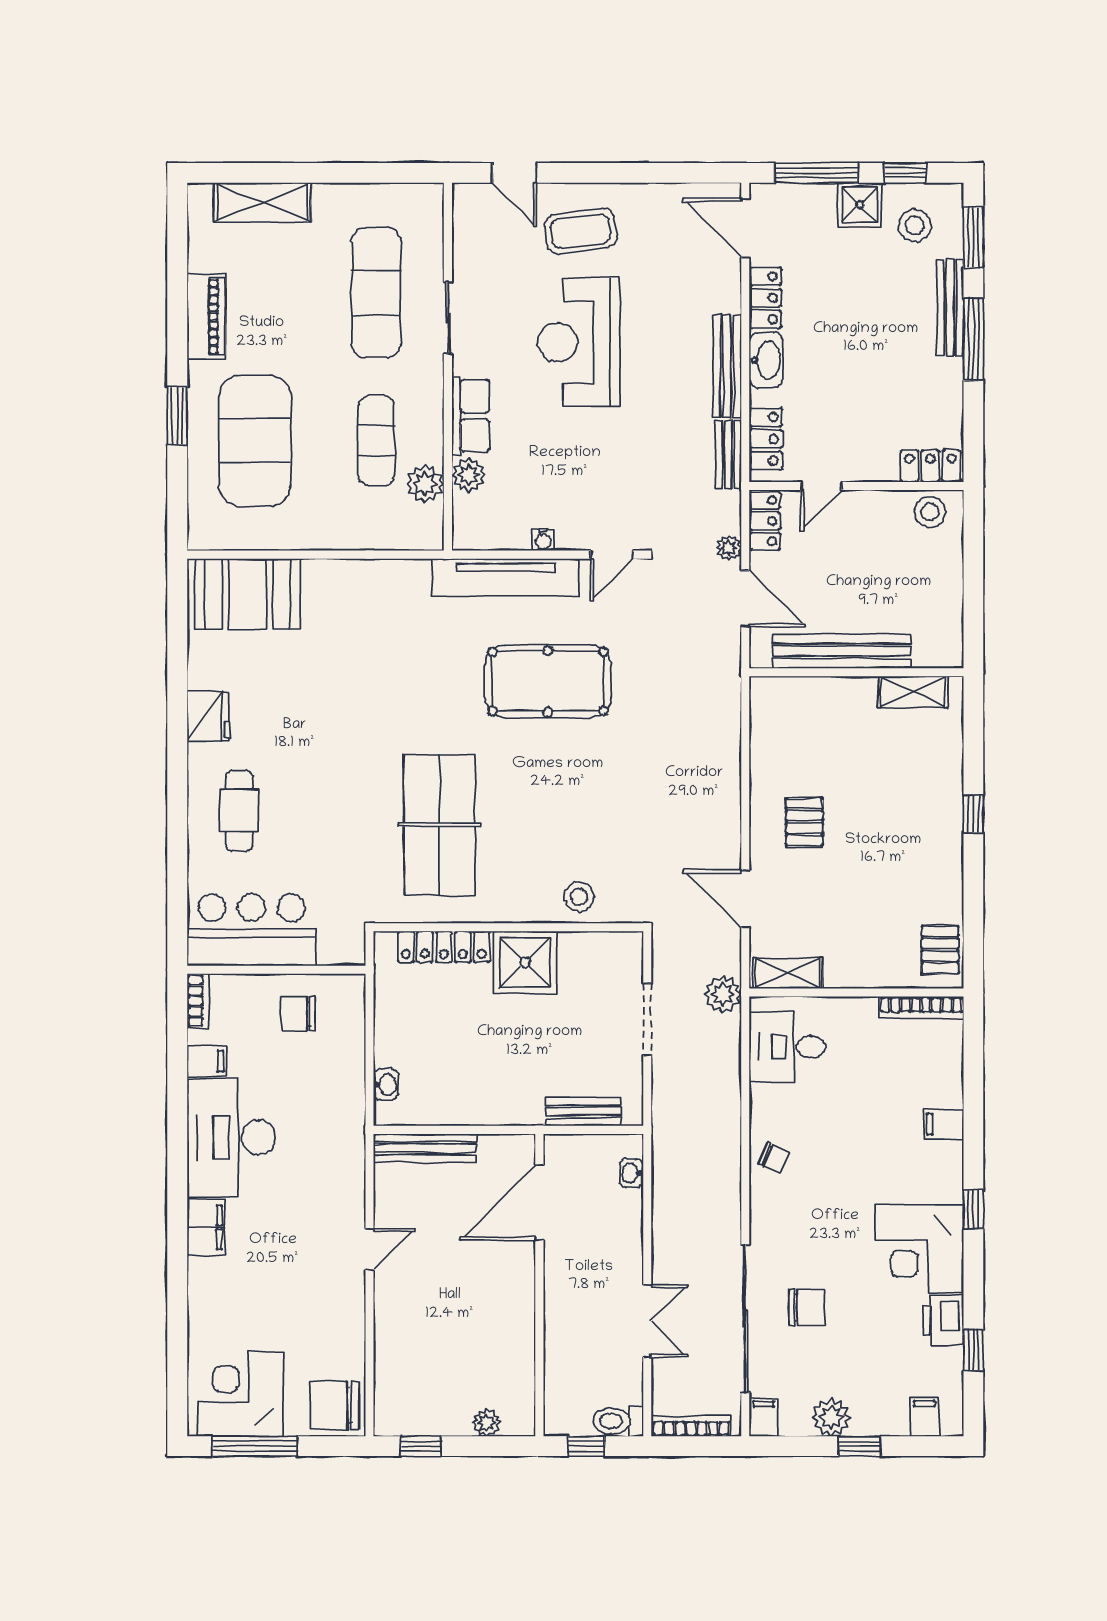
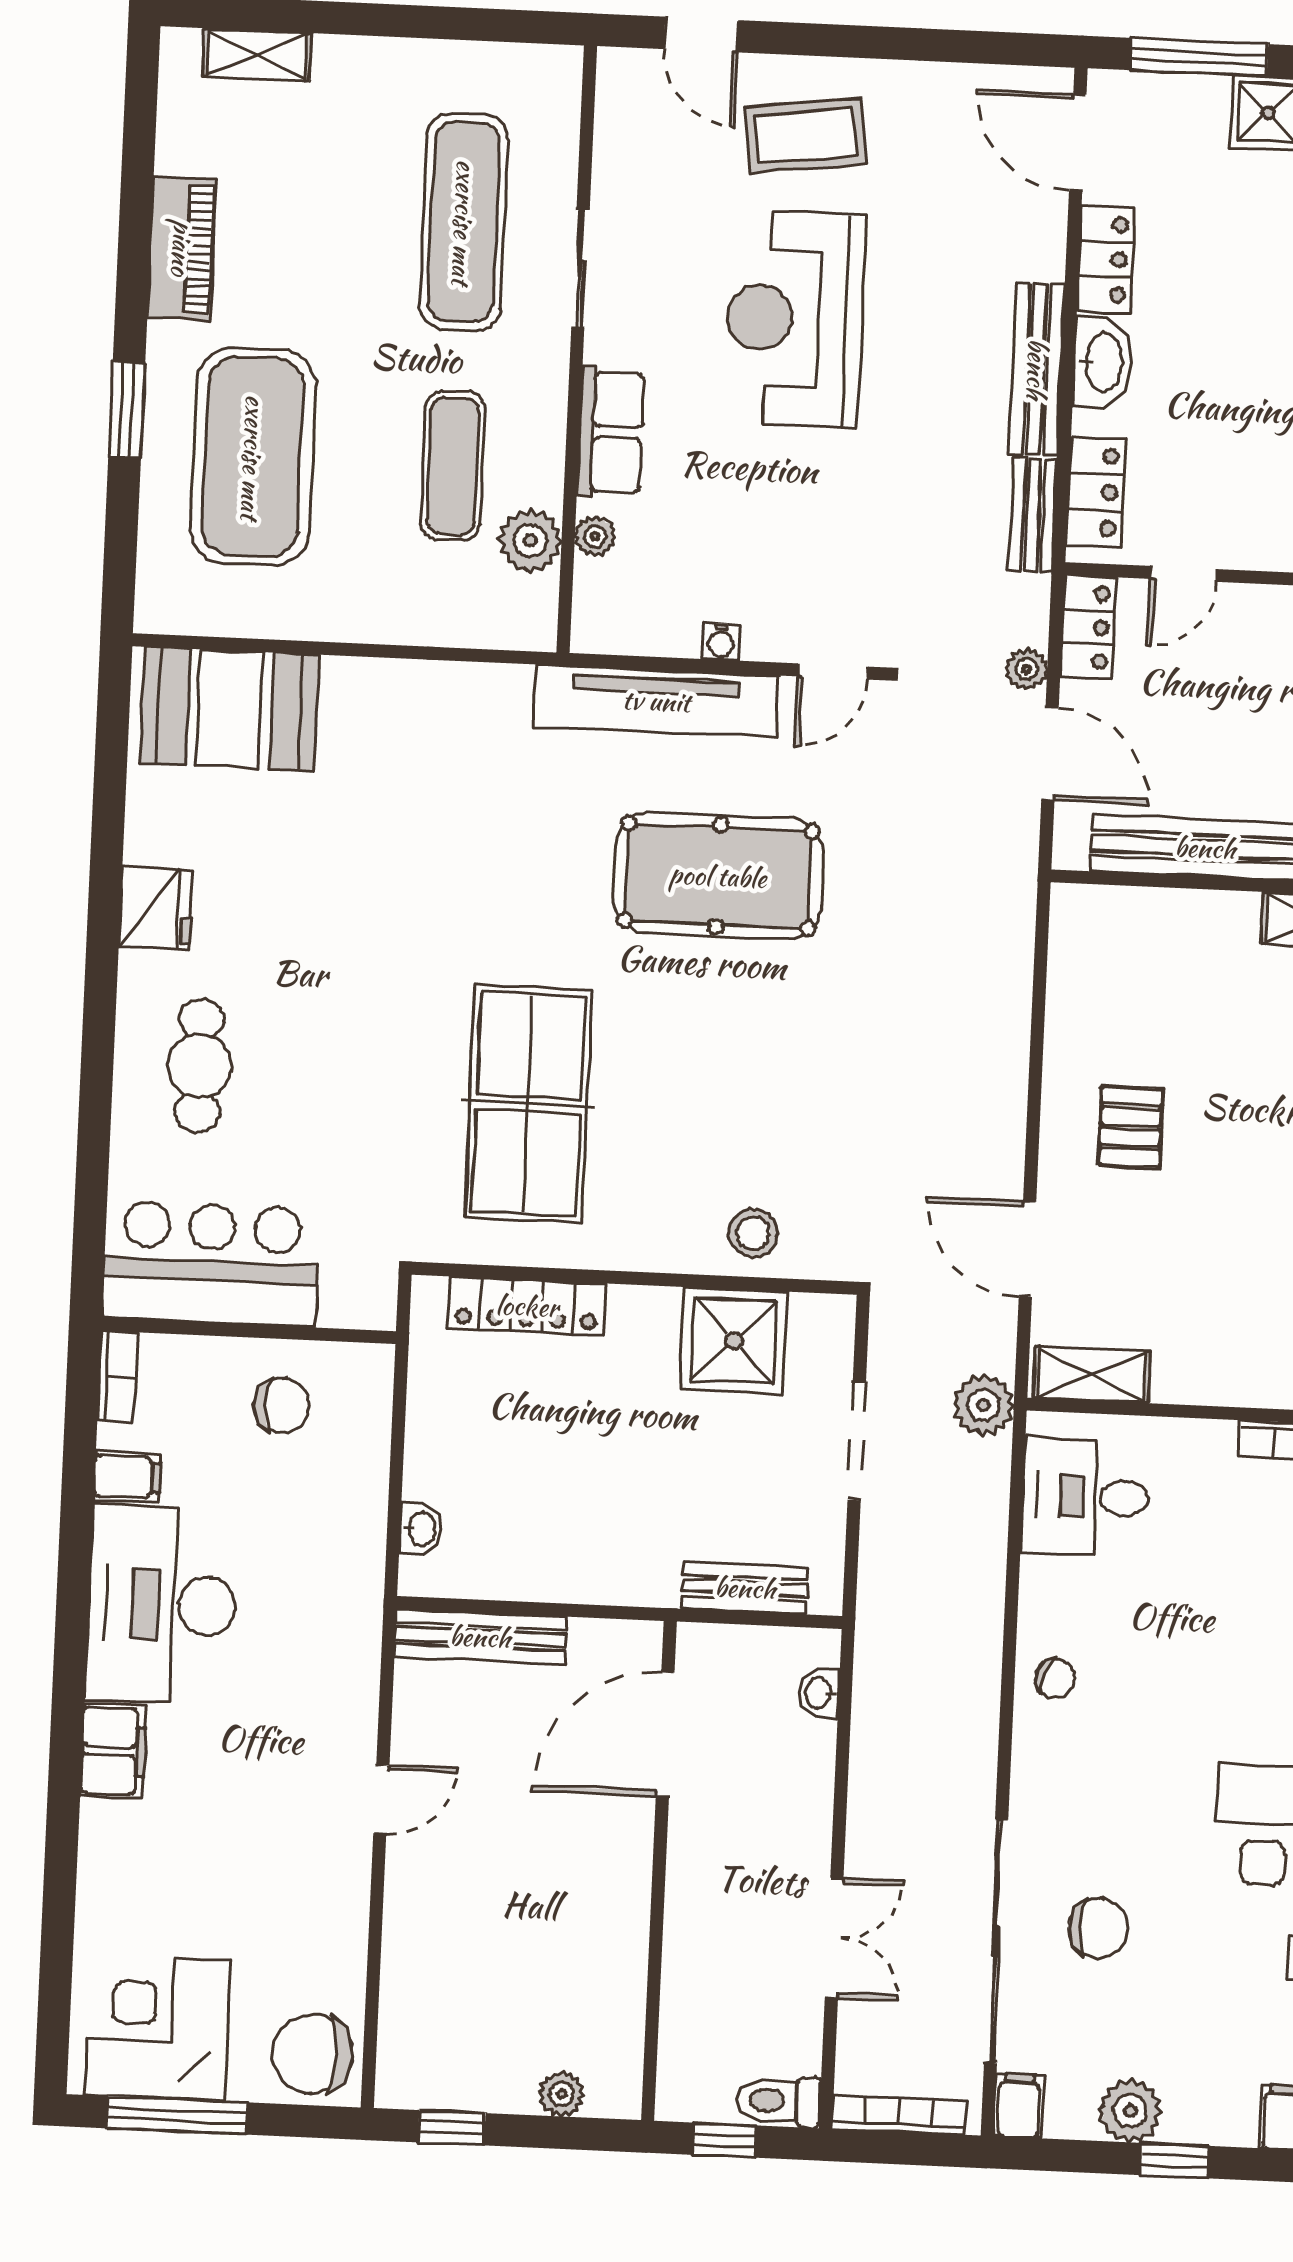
shelving: (262, 202) -> (257, 55), width x0.67, depth x0.75
plant: (469, 475) -> (595, 536), width x0.73, depth x0.73
shower: (525, 962) -> (734, 1341), moved
chair: (298, 1014) -> (282, 1406), turned 180

